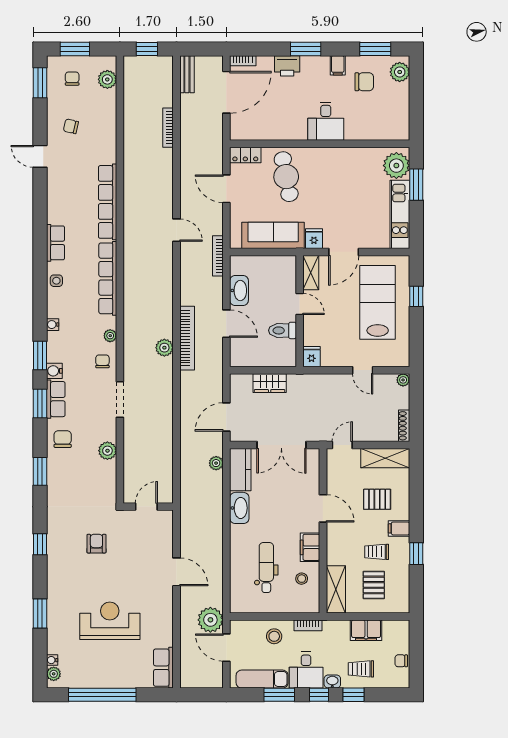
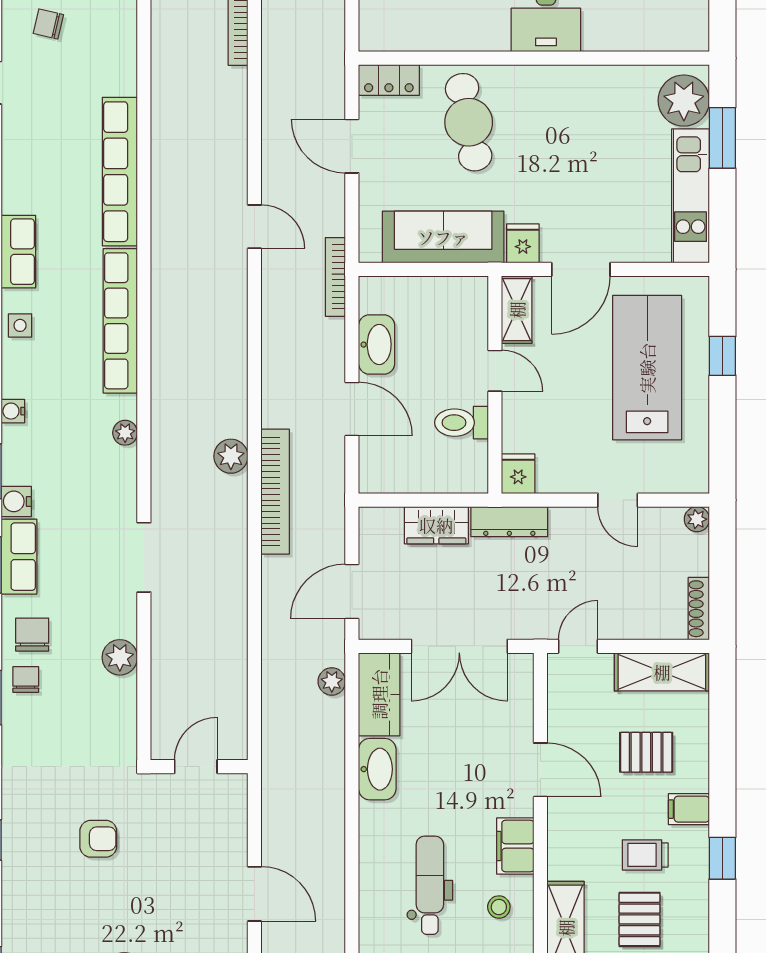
bookcase: (187, 338) -> (275, 492), moved
chair: (102, 361) -> (26, 680), moved
dresser: (307, 381) -> (509, 522), added
armchair: (96, 544) -> (98, 839), turned 90

